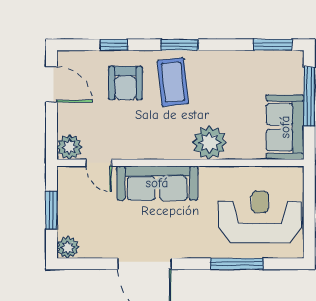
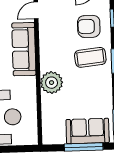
sofa: (285, 127) -> (88, 131), moved

